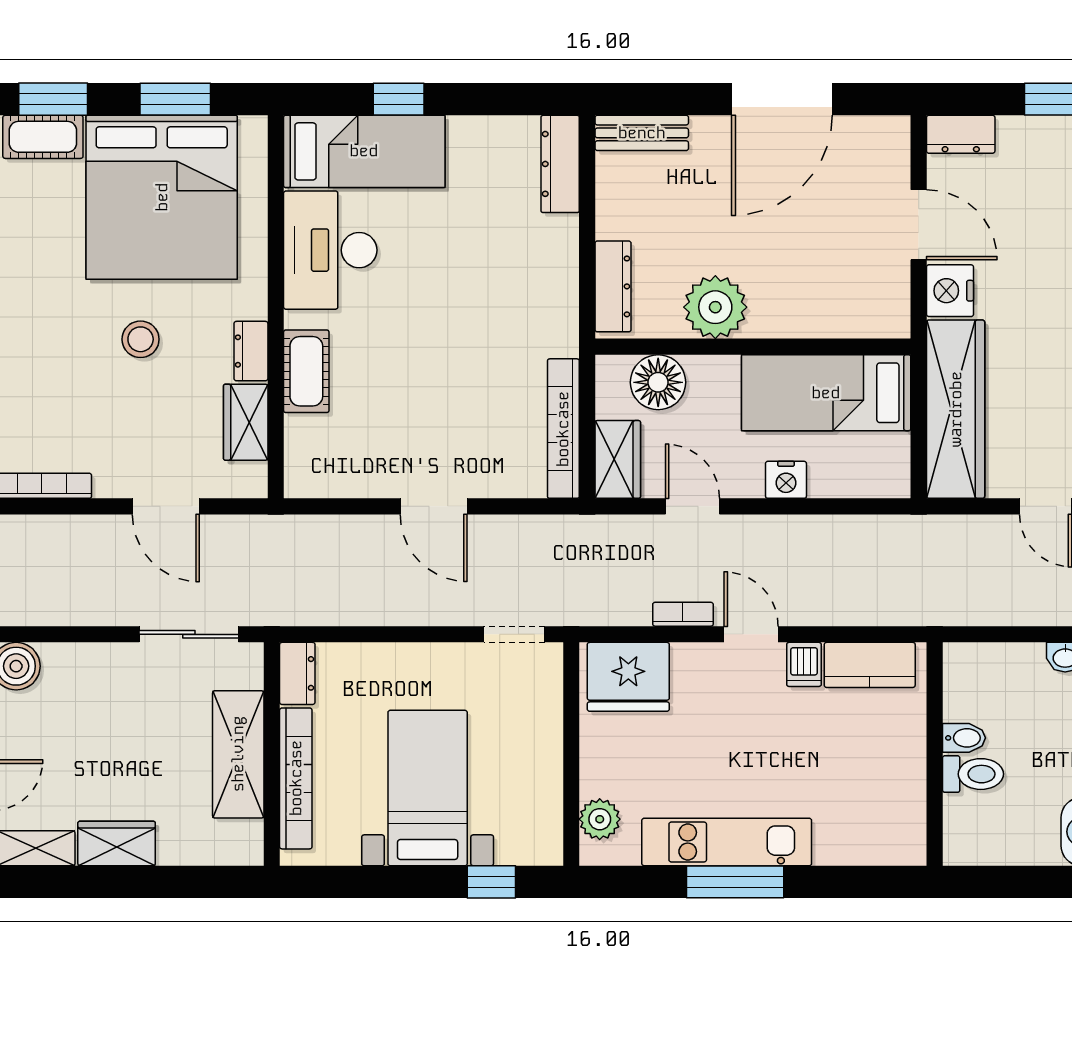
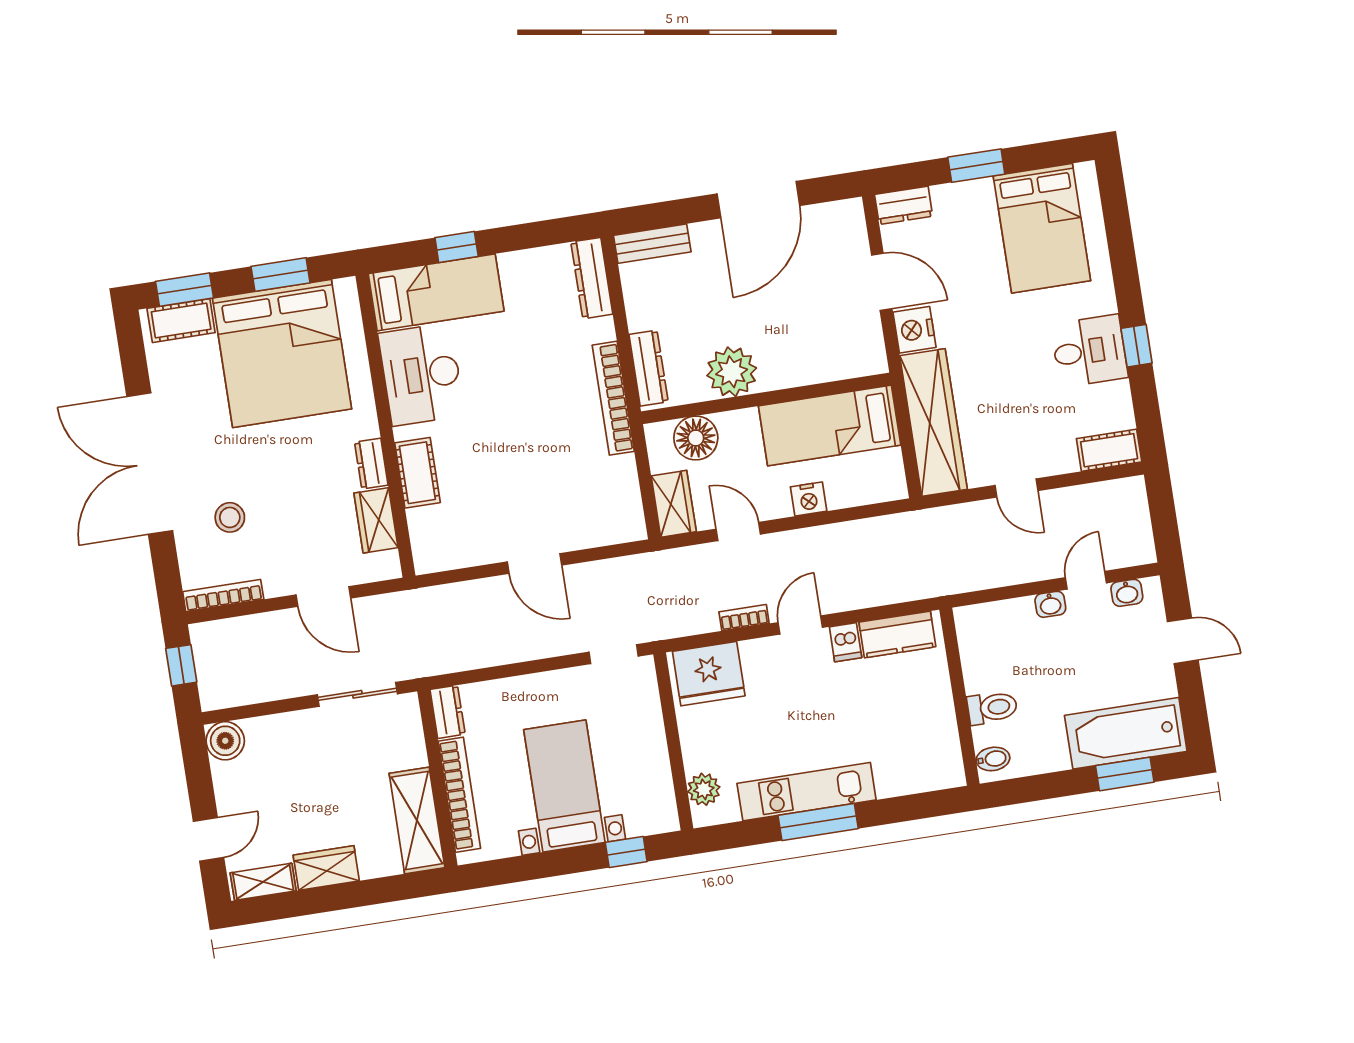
stool: (141, 339) -> (230, 517), moved
bookcase: (563, 429) -> (613, 398), moved
door: (751, 634) -> (800, 625), hinge flipped
bidet: (964, 738) -> (993, 759), moved
shelving: (238, 754) -> (417, 820), moved

